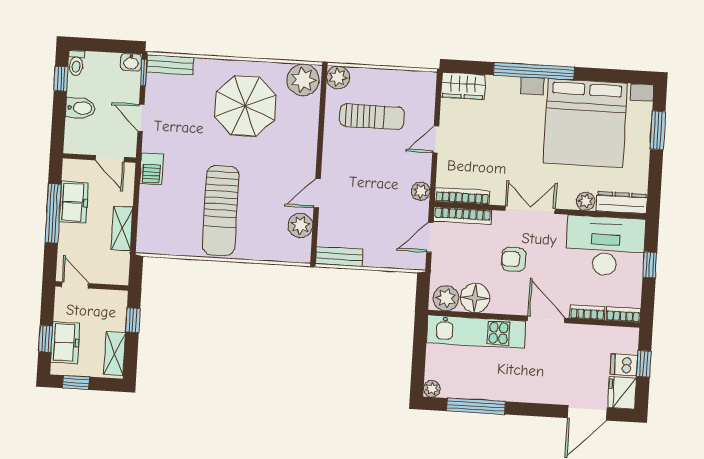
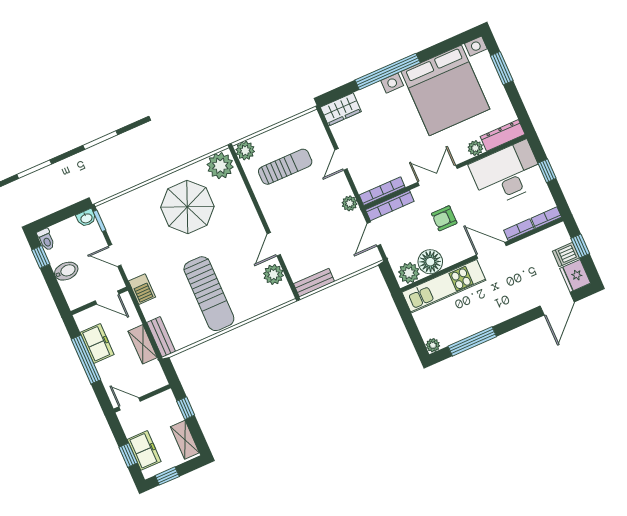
bench: (170, 65) -> (161, 337), moved, turned 90

